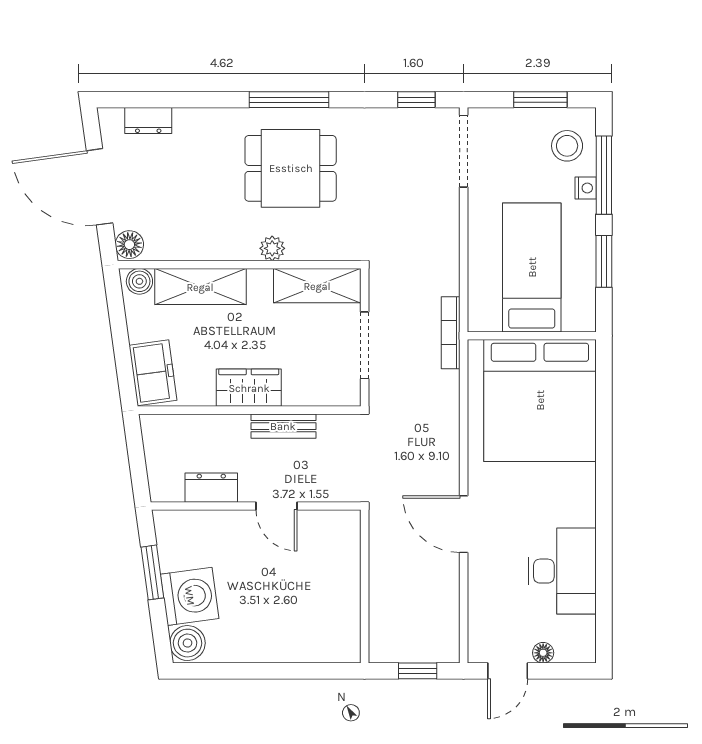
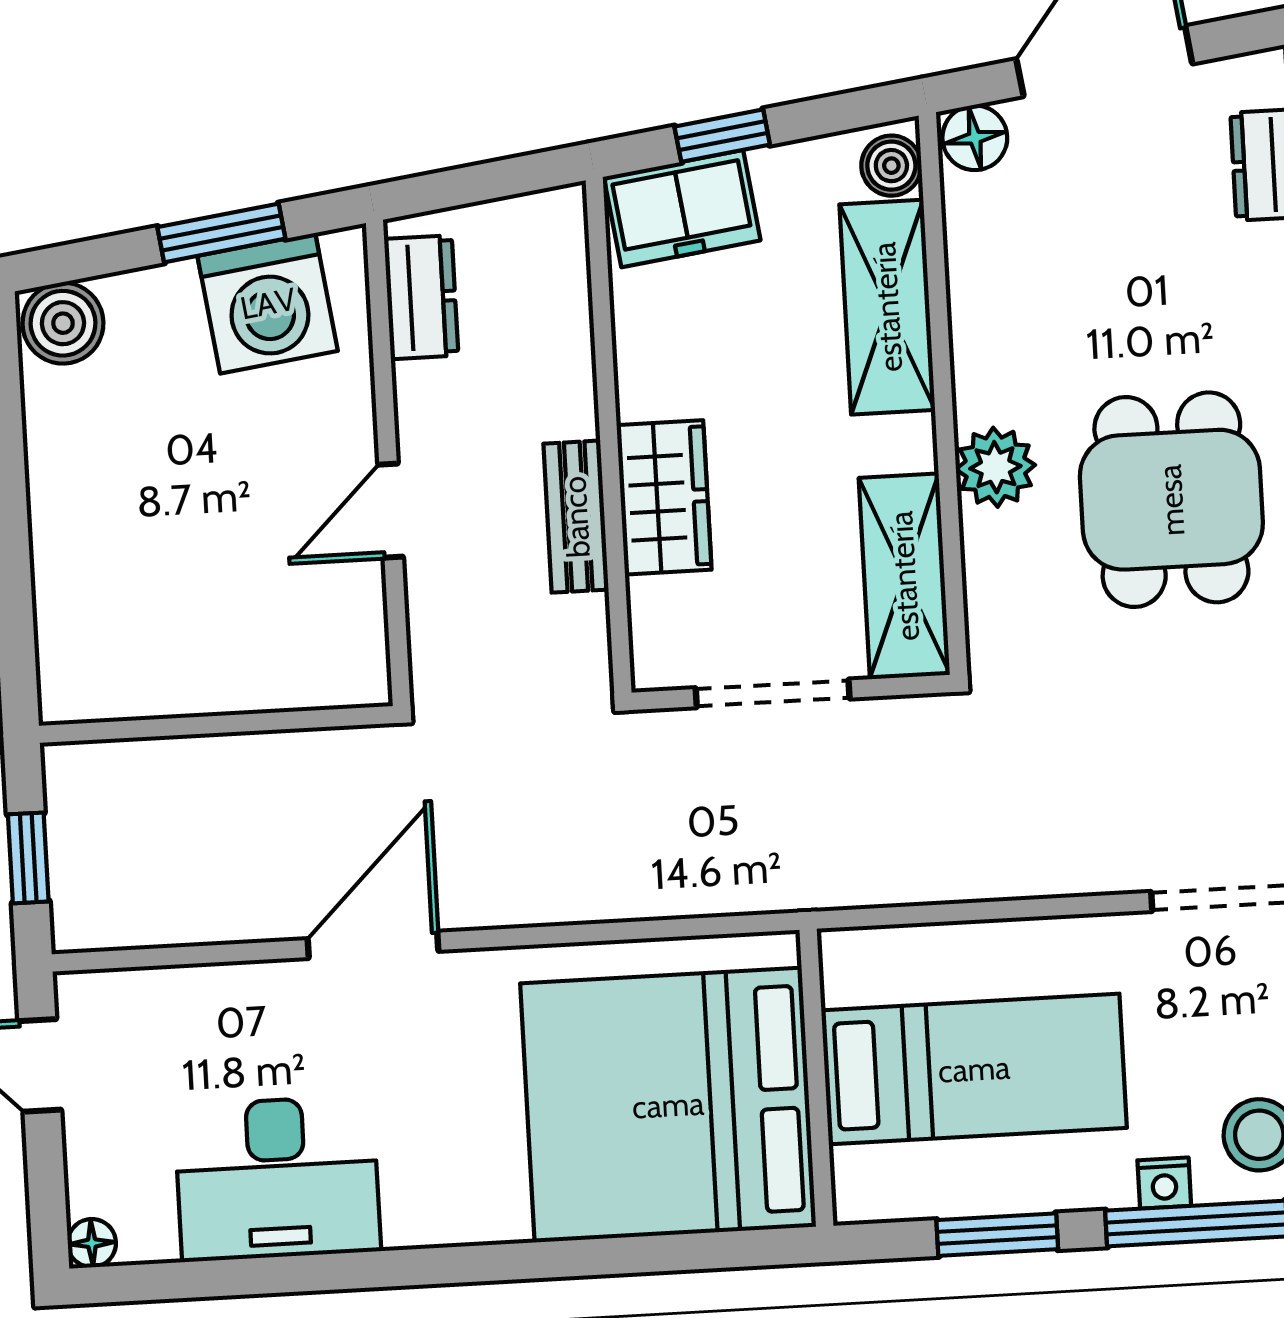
plant: (272, 248) -> (995, 467), width x1.38, depth x1.38
bookcase: (451, 333) -> (813, 890), removed
window: (122, 354) -> (722, 136), added
wardrobe: (249, 388) -> (664, 497), moved
dresser: (211, 488) -> (421, 297), moved
washing machine: (190, 596) -> (268, 303), moved
floor lamp: (543, 653) -> (92, 1243), moved

